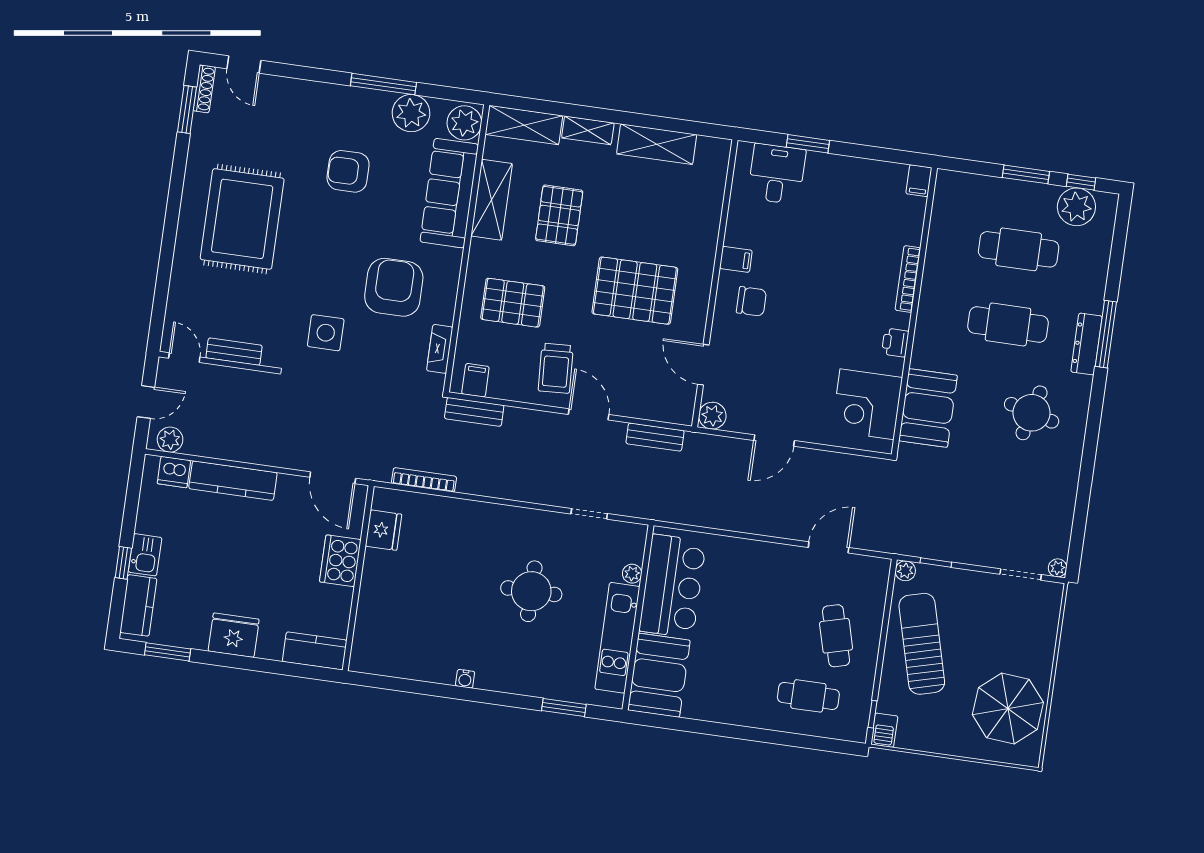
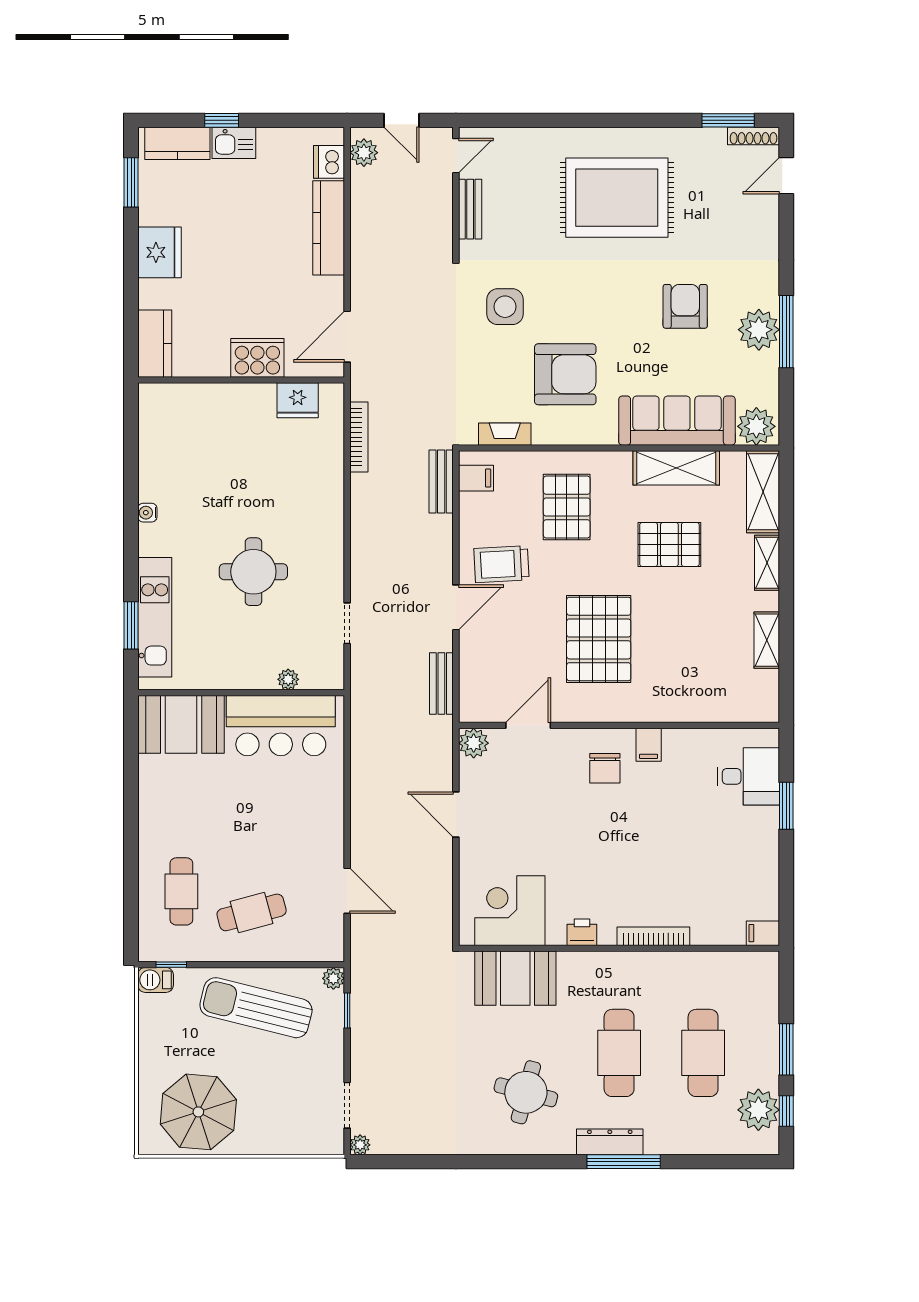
plant: (411, 113) -> (759, 330), moved
shelving: (657, 144) -> (767, 640), width x0.67, depth x0.75
kitchen unit: (617, 638) -> (155, 617), moved, turned 90
sun lounger: (922, 644) -> (256, 1008), turned -151

